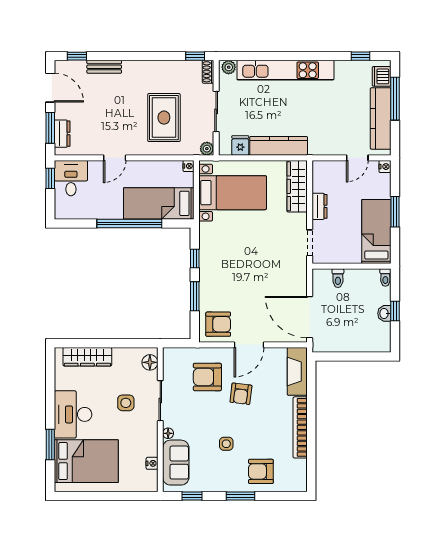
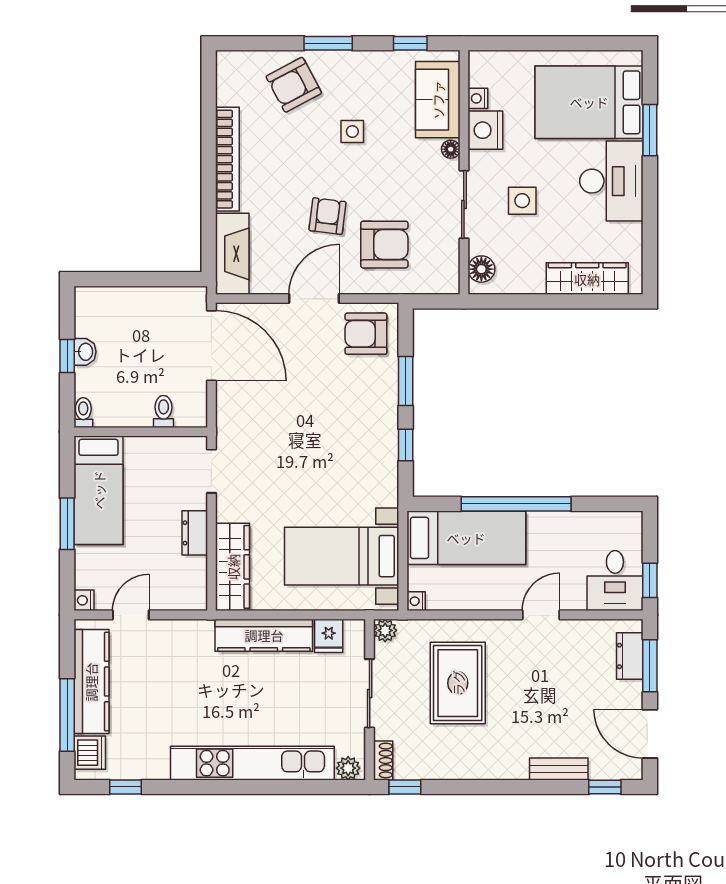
nightstand: (148, 445) -> (485, 130), added
armchair: (261, 471) -> (294, 85), turned 152

